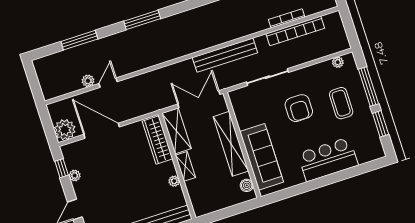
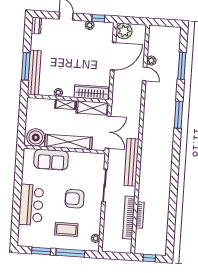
sofa: (262, 157) -> (51, 160), width x0.73
boiler: (247, 185) -> (36, 137), width x1.86, depth x1.86

